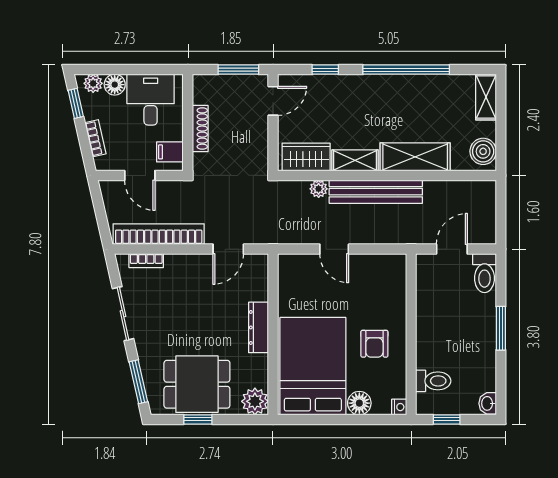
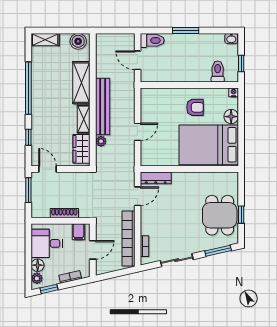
door: (228, 249) -> (138, 196), hinge flipped
dresser: (258, 327) -> (156, 178), moved
plant: (255, 401) -> (230, 180), removed

